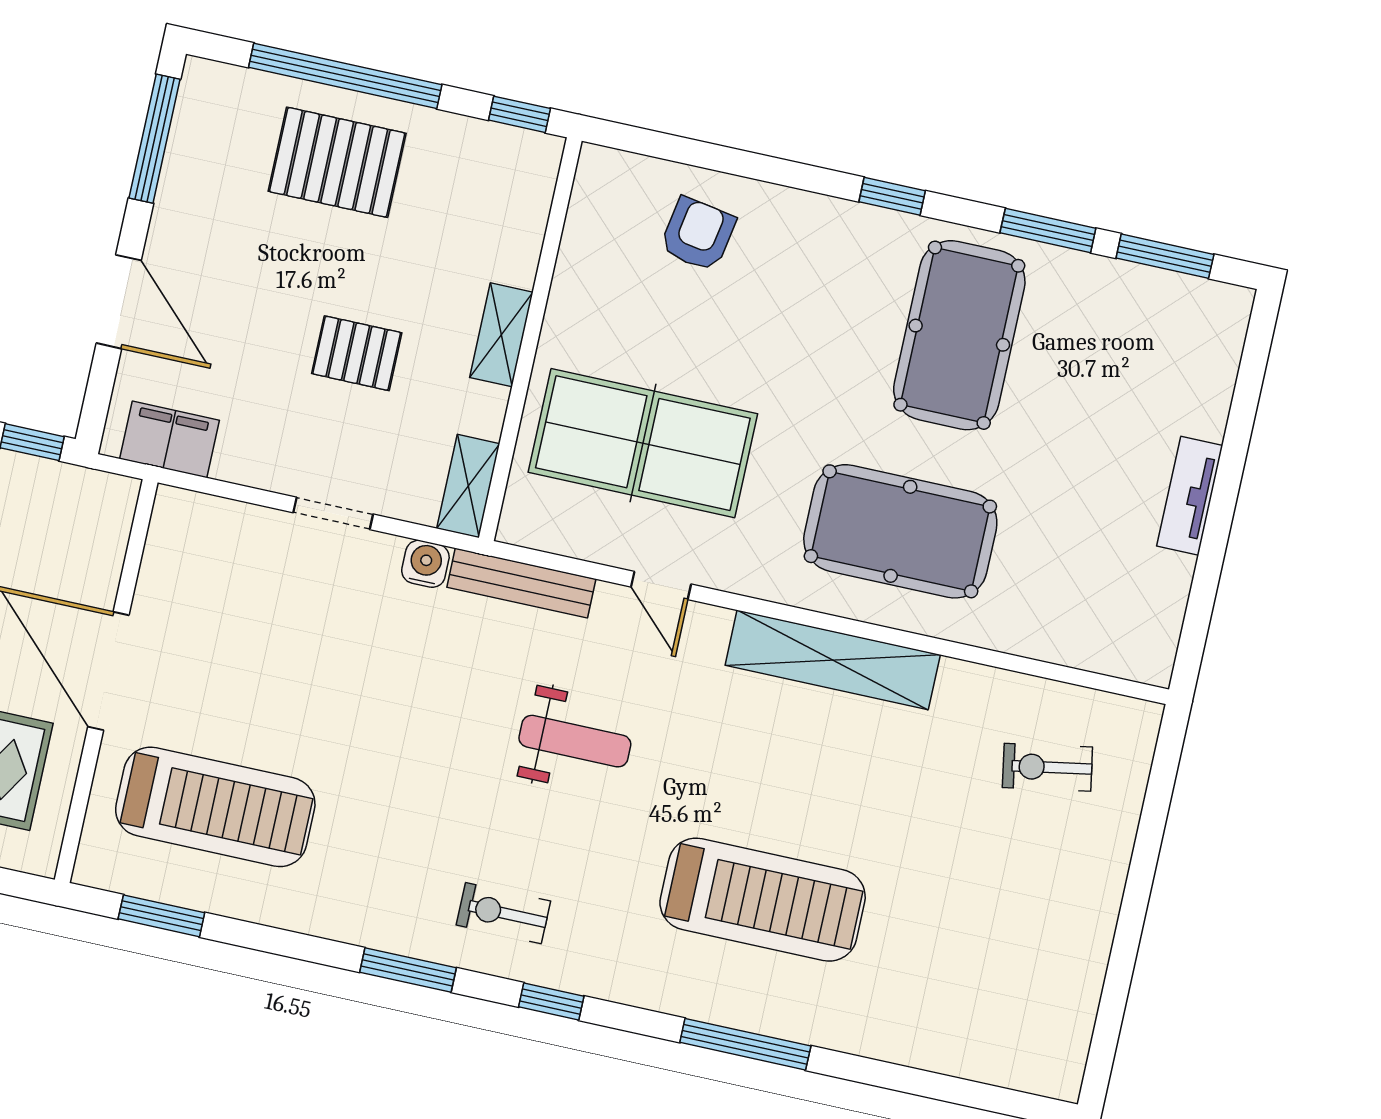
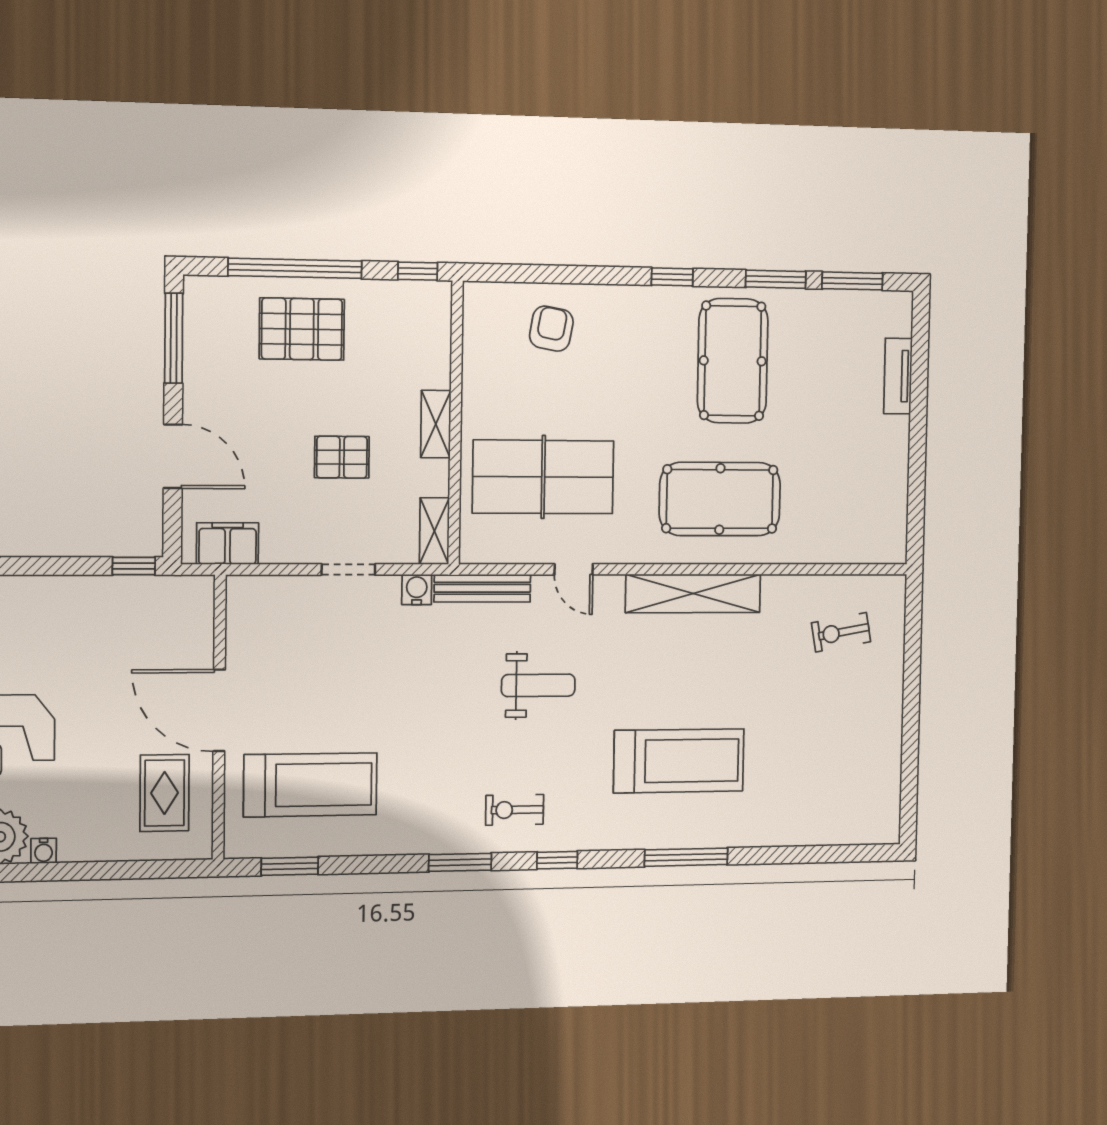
tv unit: (1190, 496) -> (898, 376), moved

